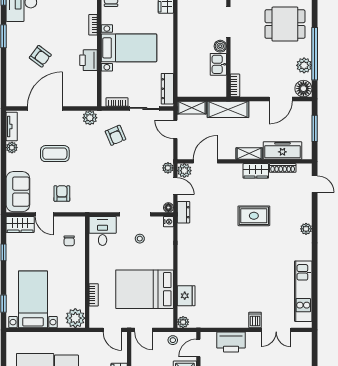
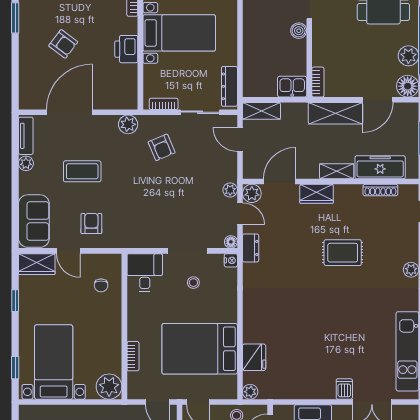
kitchen sink: (218, 64) -> (292, 87), moved, turned 90
shelving: (228, 109) -> (335, 113), moved
wardrobe: (256, 171) -> (317, 194), moved

